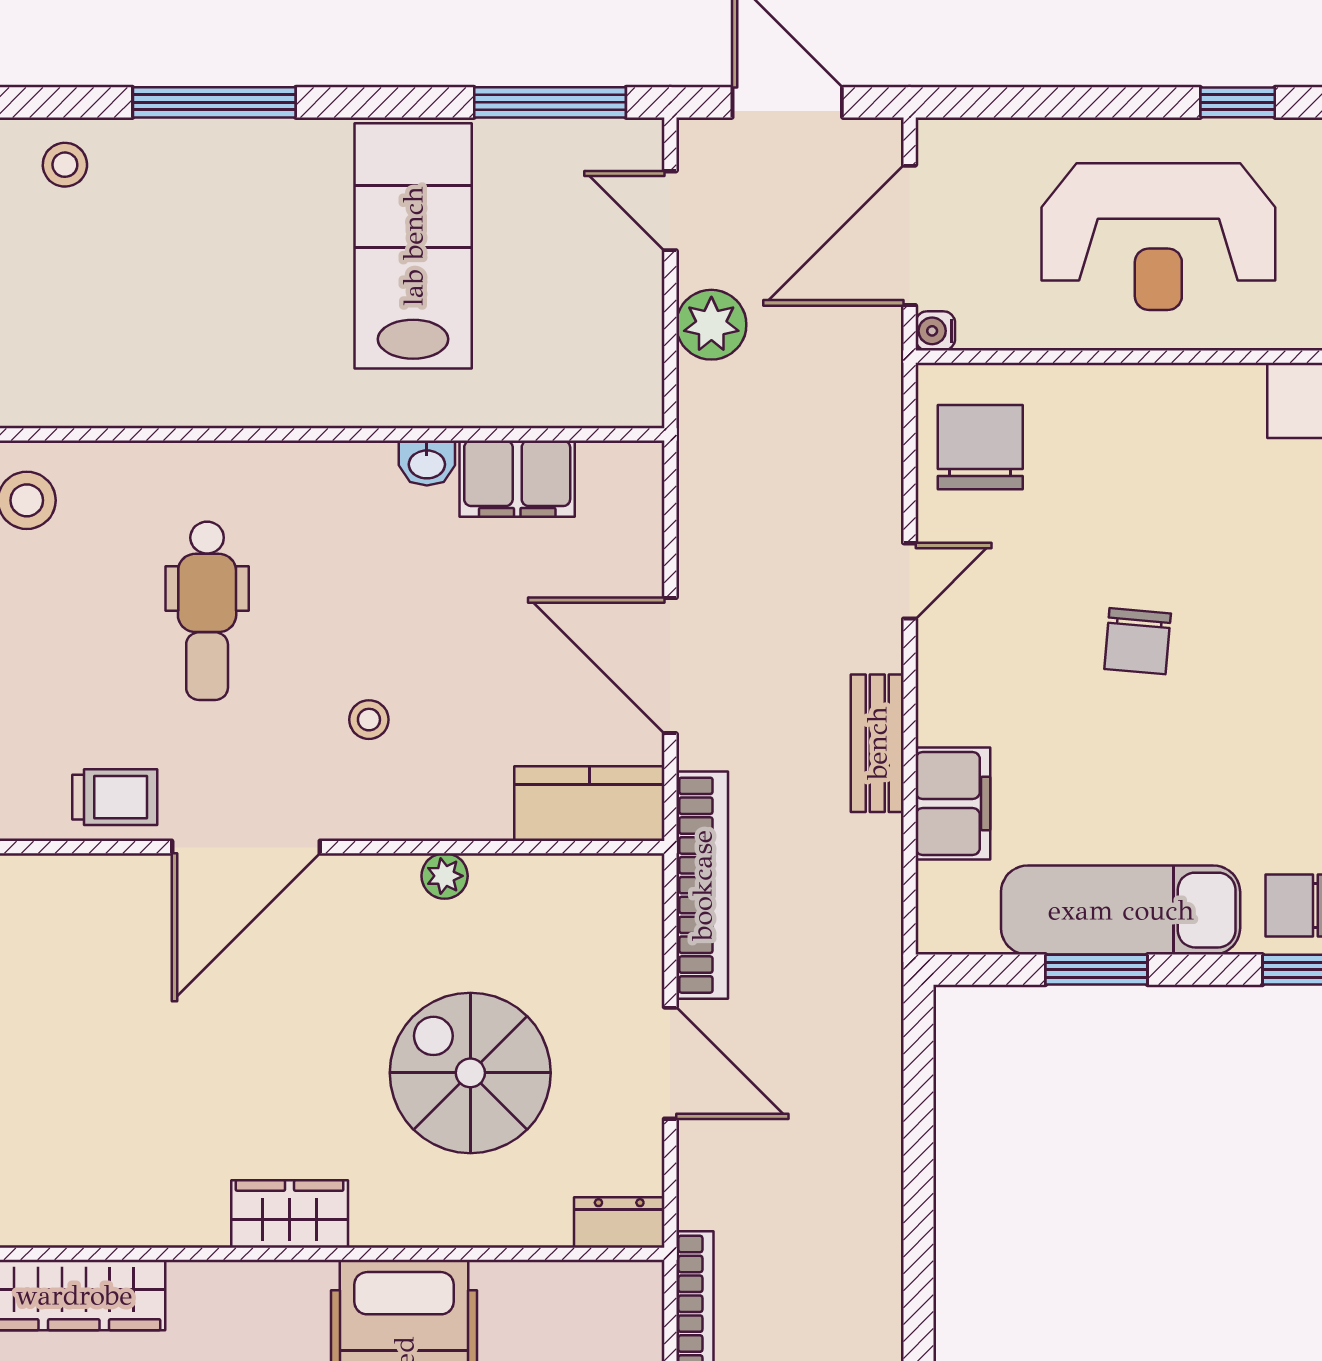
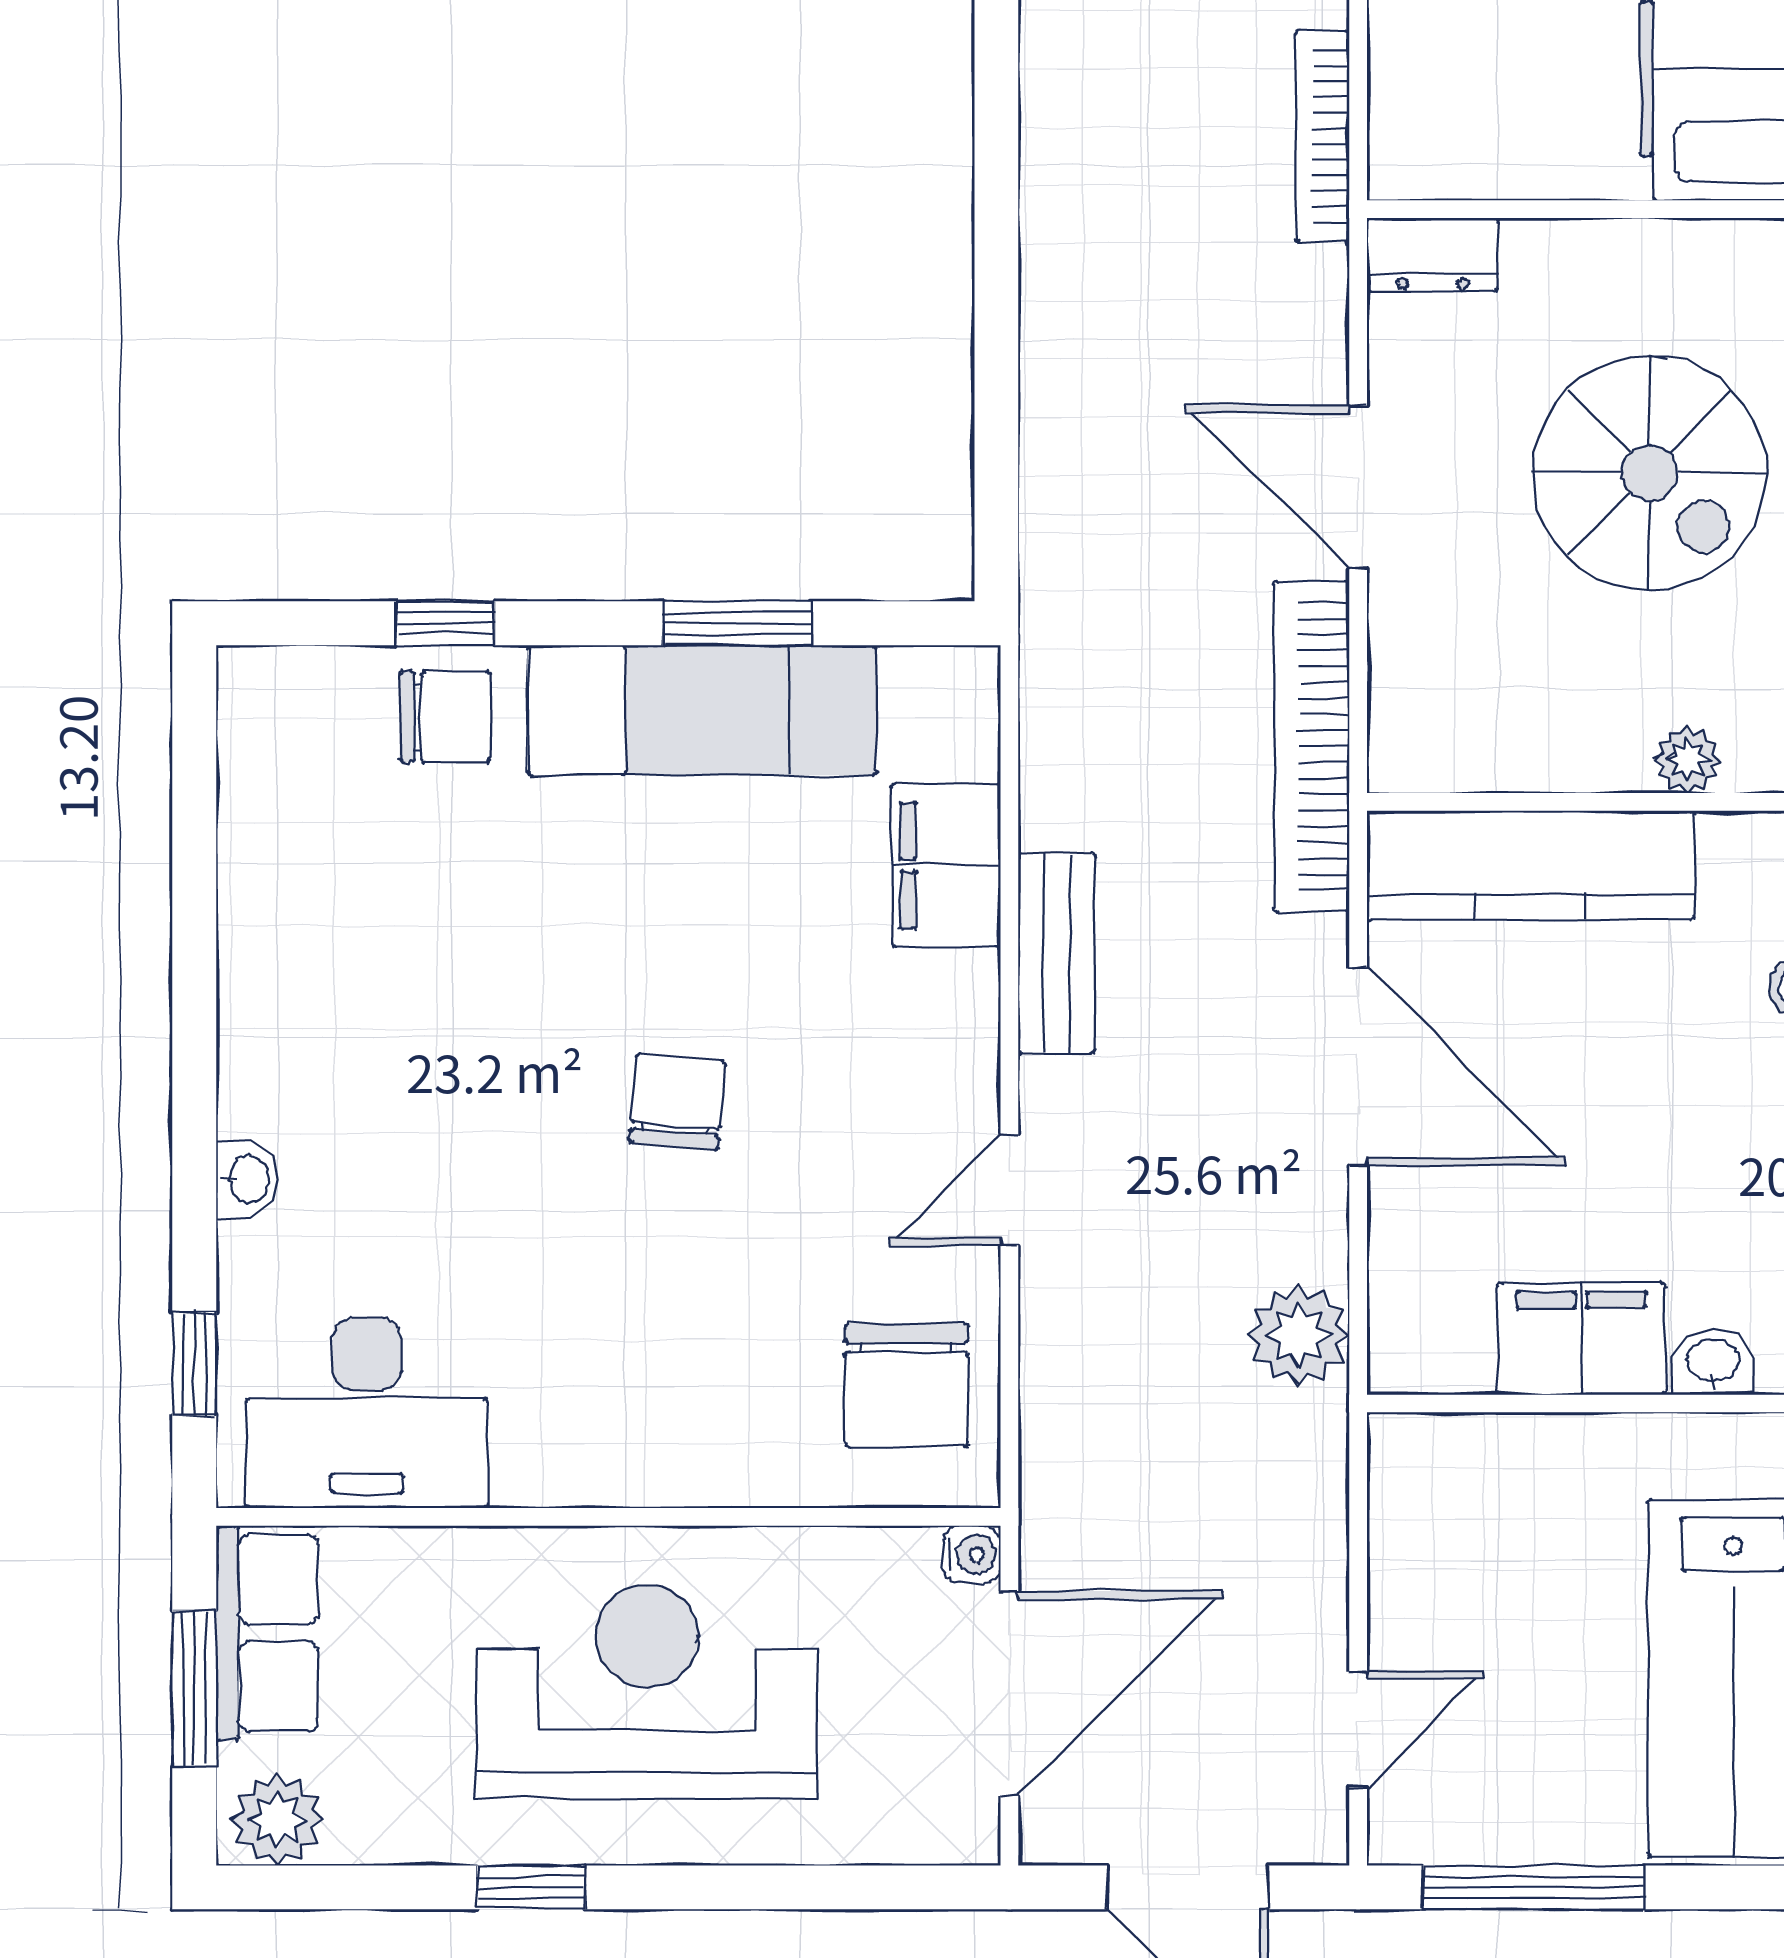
door: (670, 211) -> (1358, 1729), hinge flipped
plant: (711, 325) -> (1298, 1335), moved
kitchen counter: (589, 804) -> (1531, 865), width x1.50

